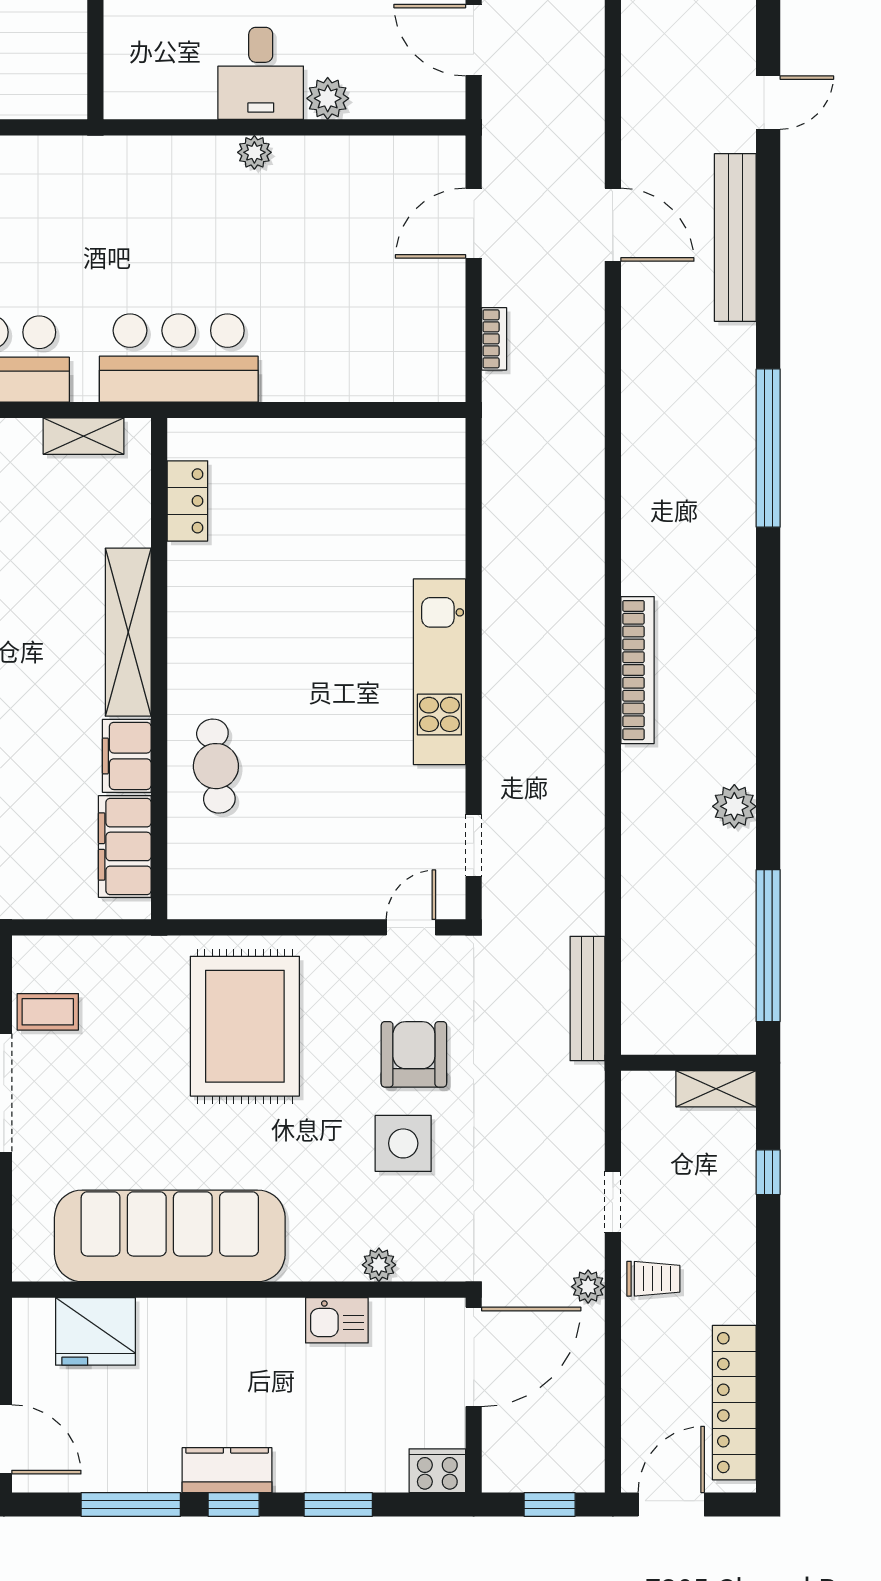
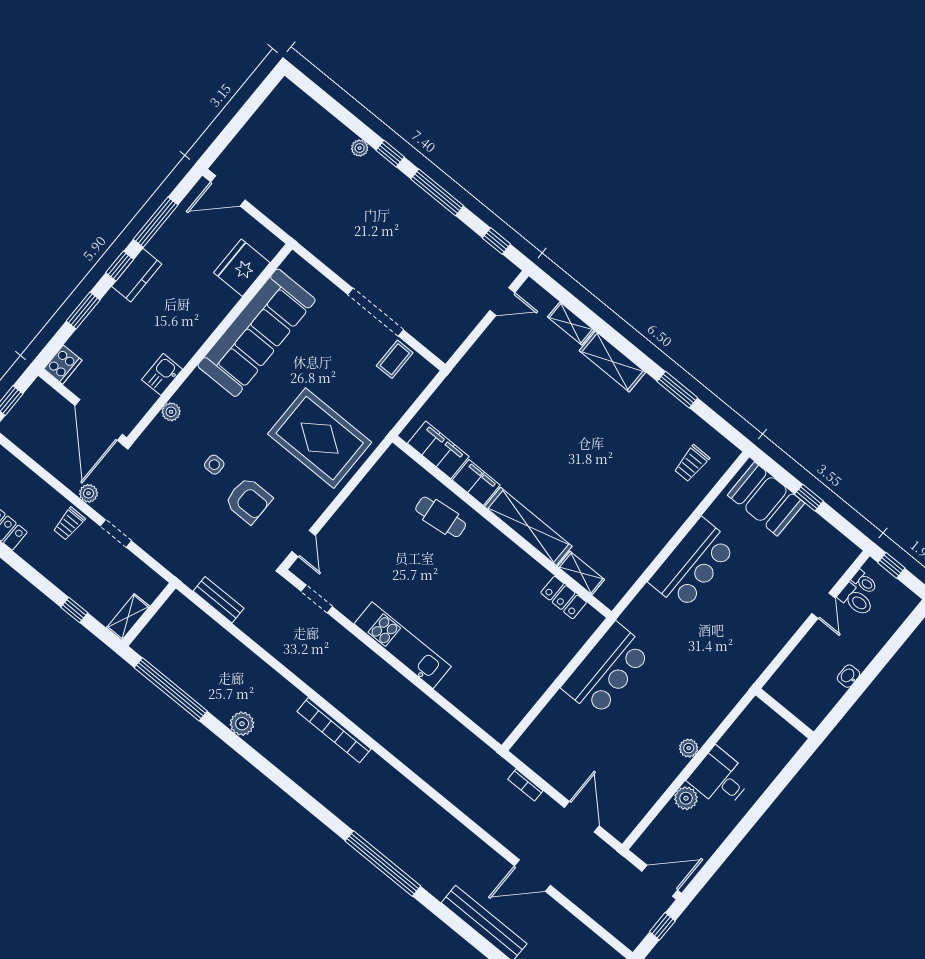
bar counter: (179, 358) -> (607, 670), moved
shelving: (84, 436) -> (581, 573), moved, turned 90
bench: (587, 998) -> (219, 600), width x0.73
side table: (403, 1143) -> (214, 465), width x0.54, depth x0.54

